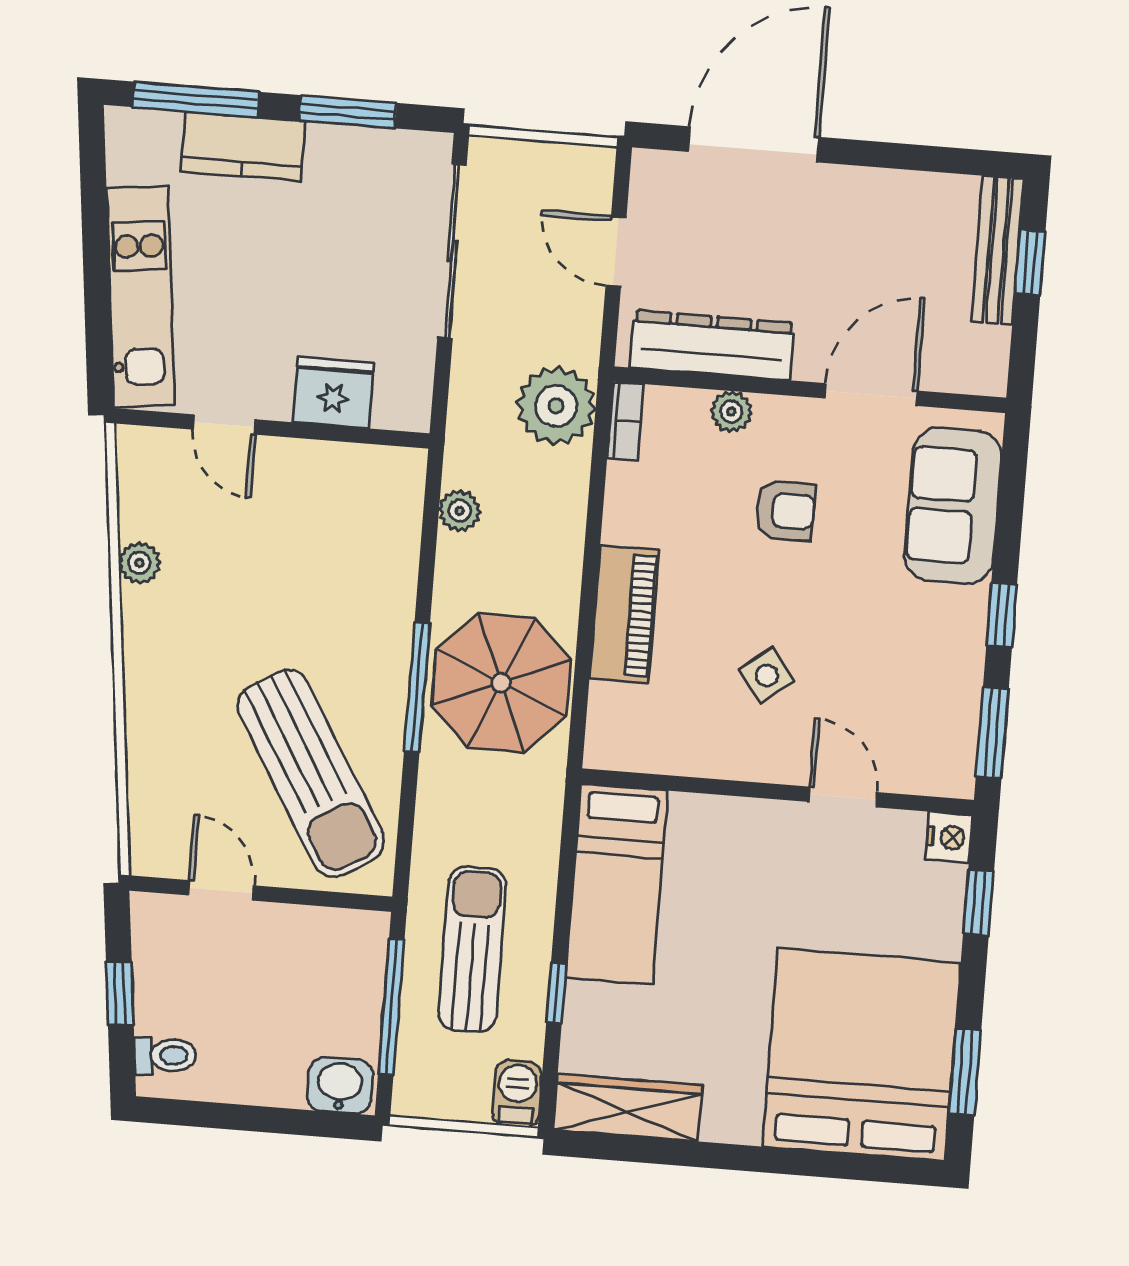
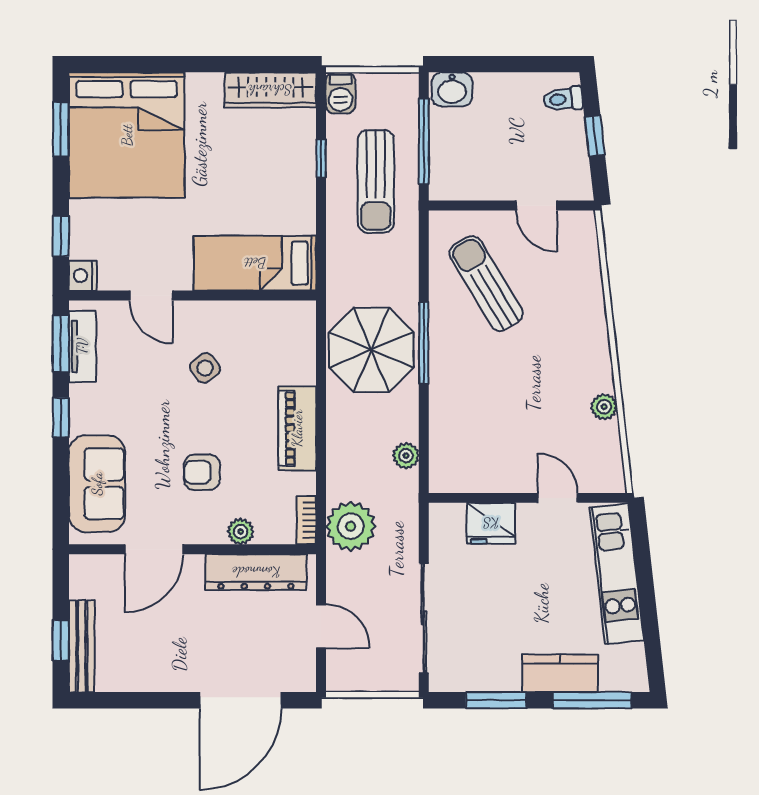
piano: (624, 614) -> (297, 428), moved
tv unit: (958, 725) -> (82, 346), added
sun lounger: (311, 773) -> (486, 284), width x0.73, depth x0.75
bed: (617, 884) -> (255, 263), moved, turned -90

